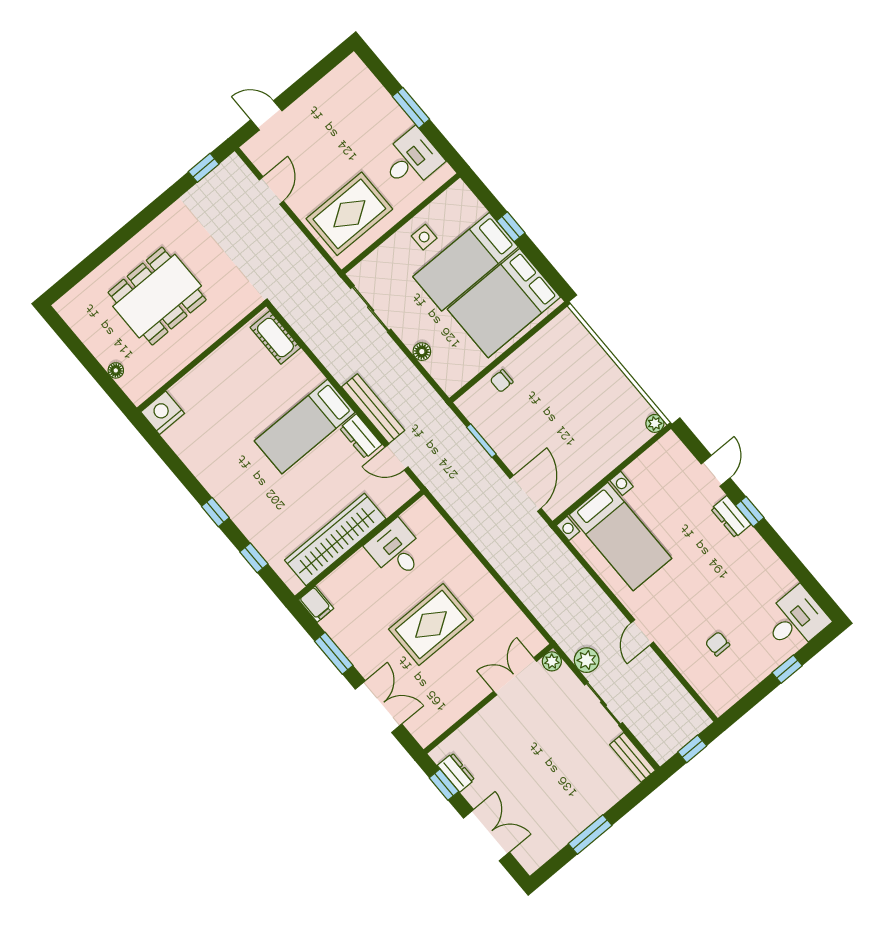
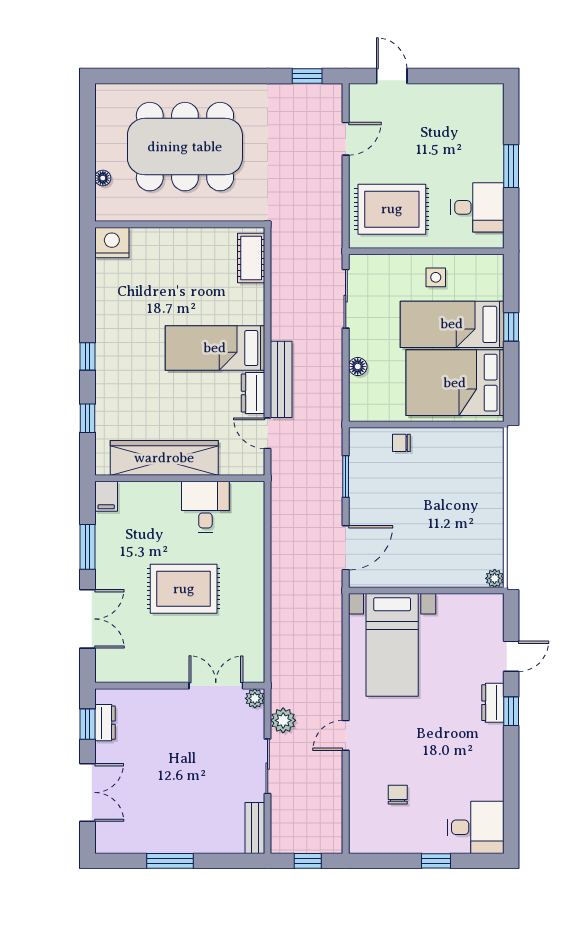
dining table: (157, 296) -> (185, 147), width x1.36, depth x1.24

